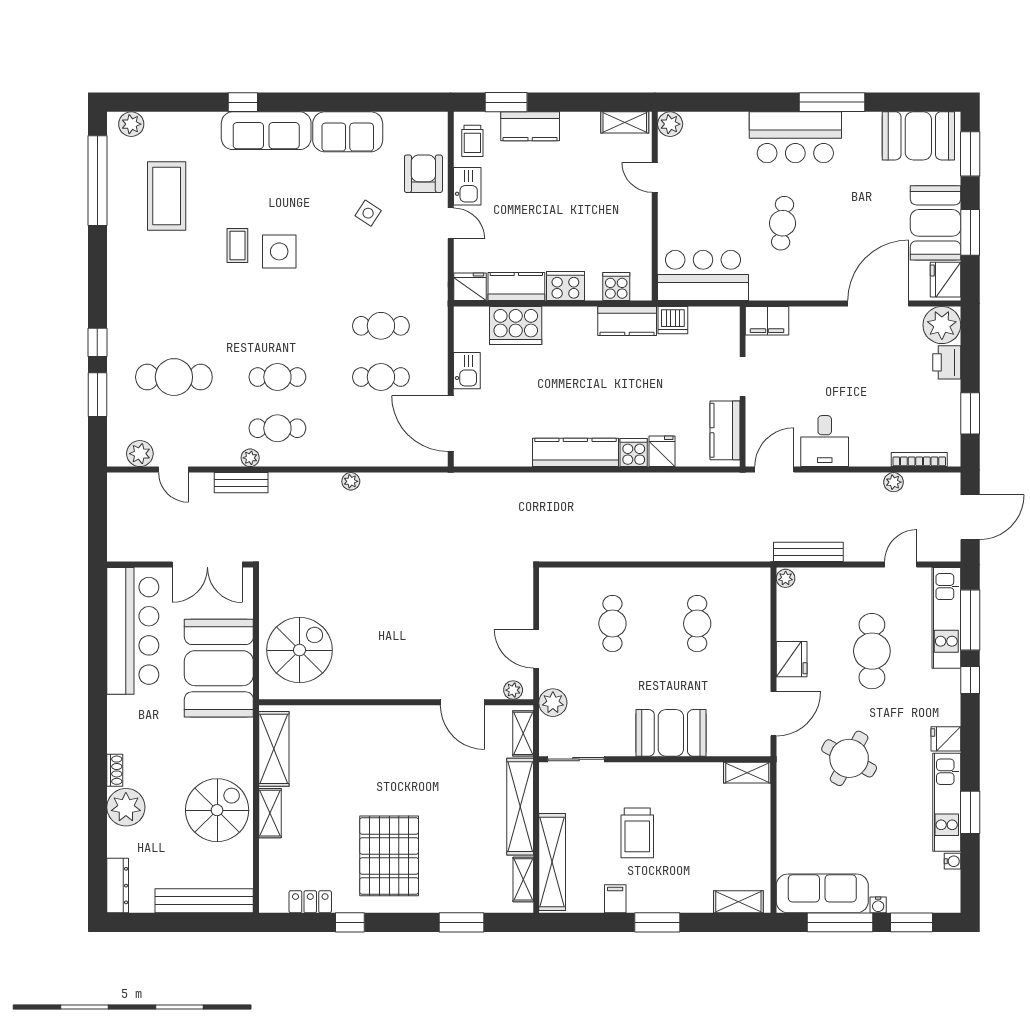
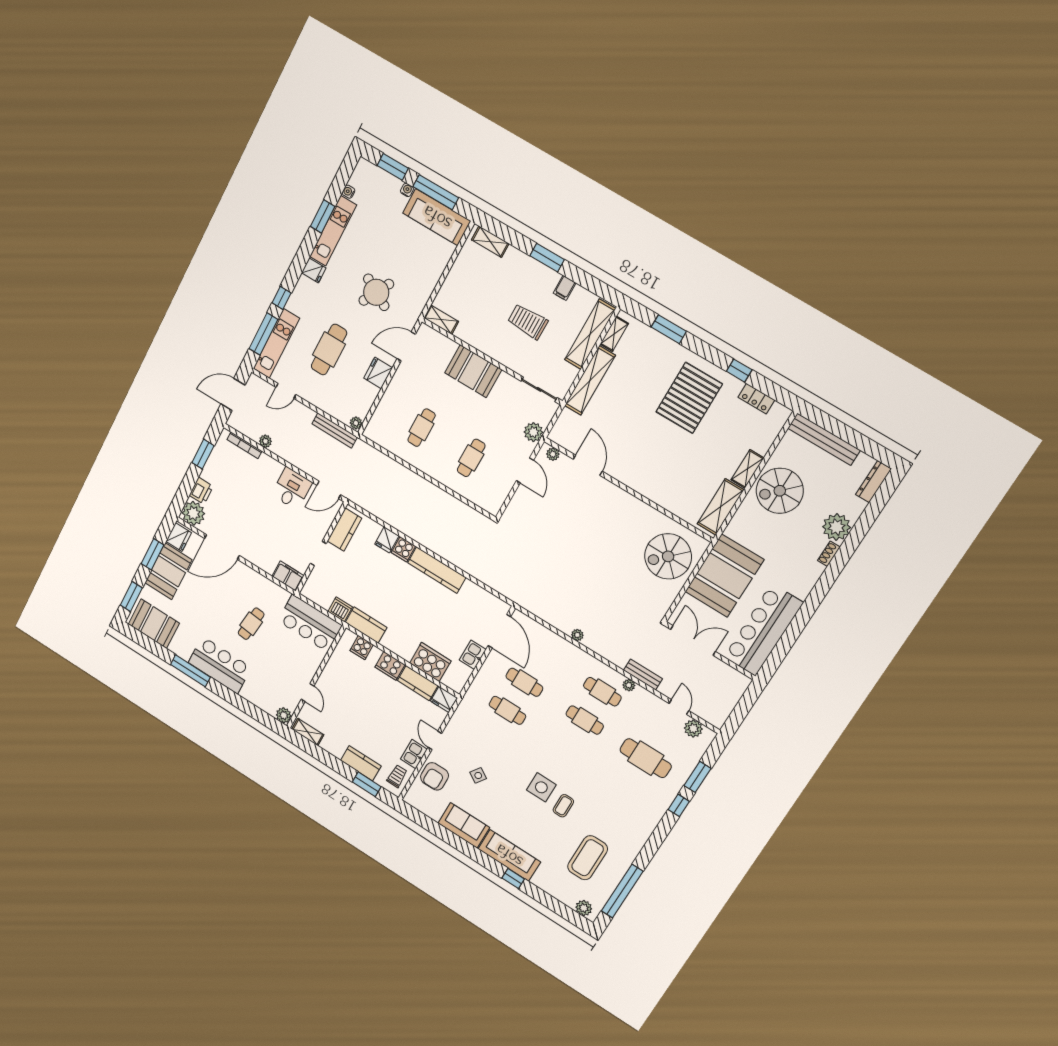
shelving: (523, 733) -> (562, 424), removed
trolley: (637, 833) -> (528, 322), turned -90

